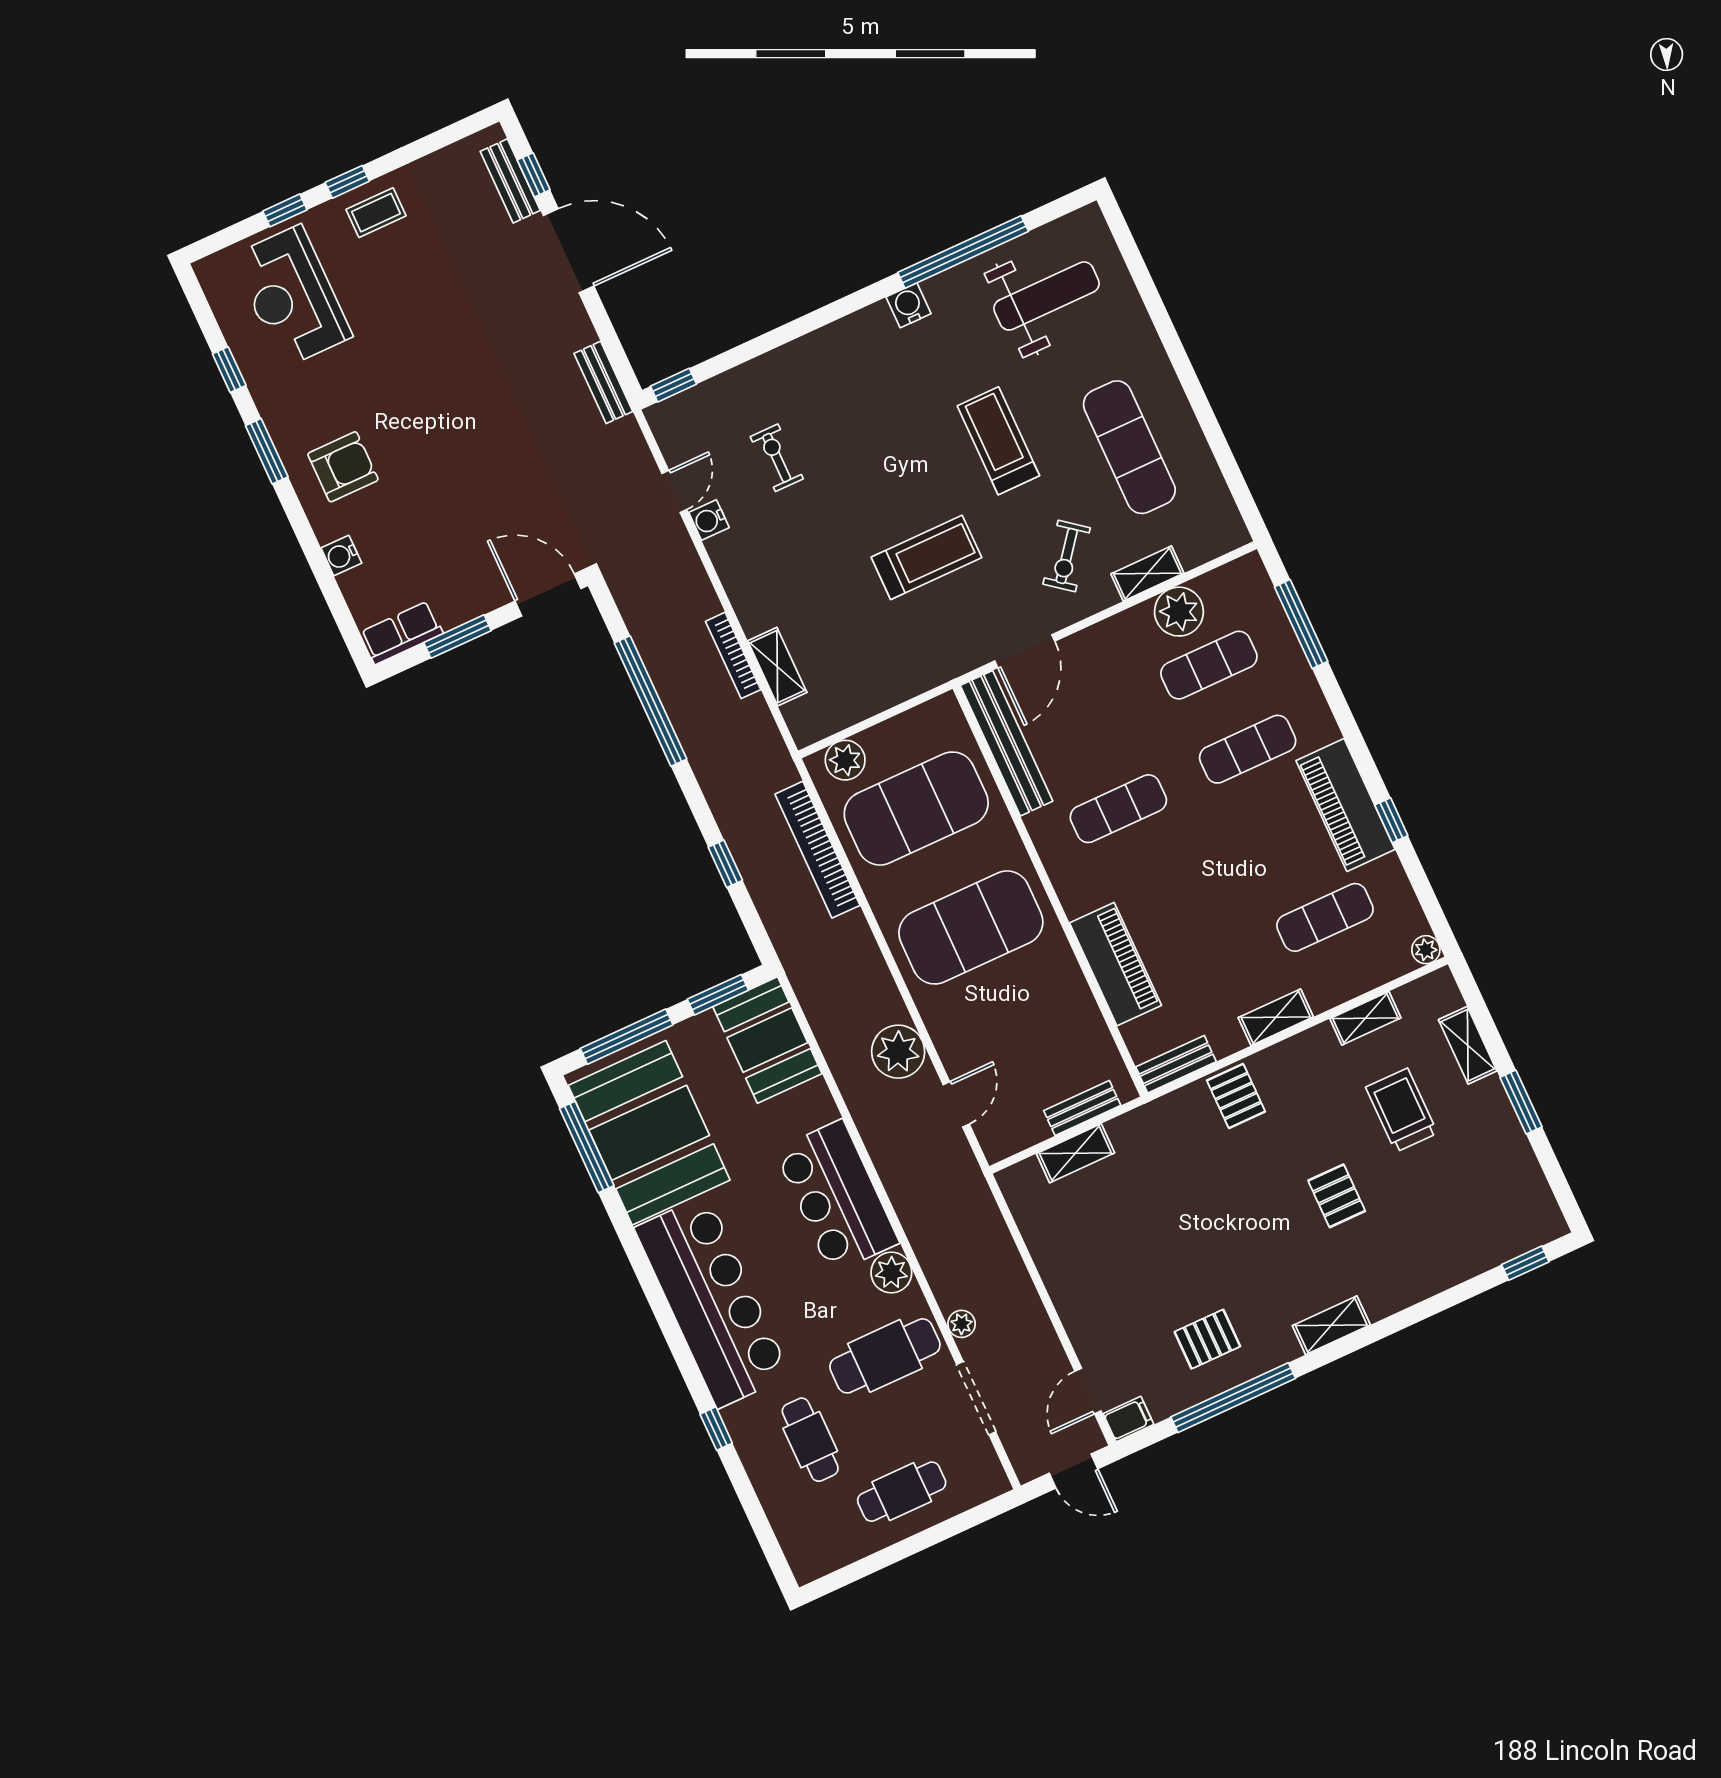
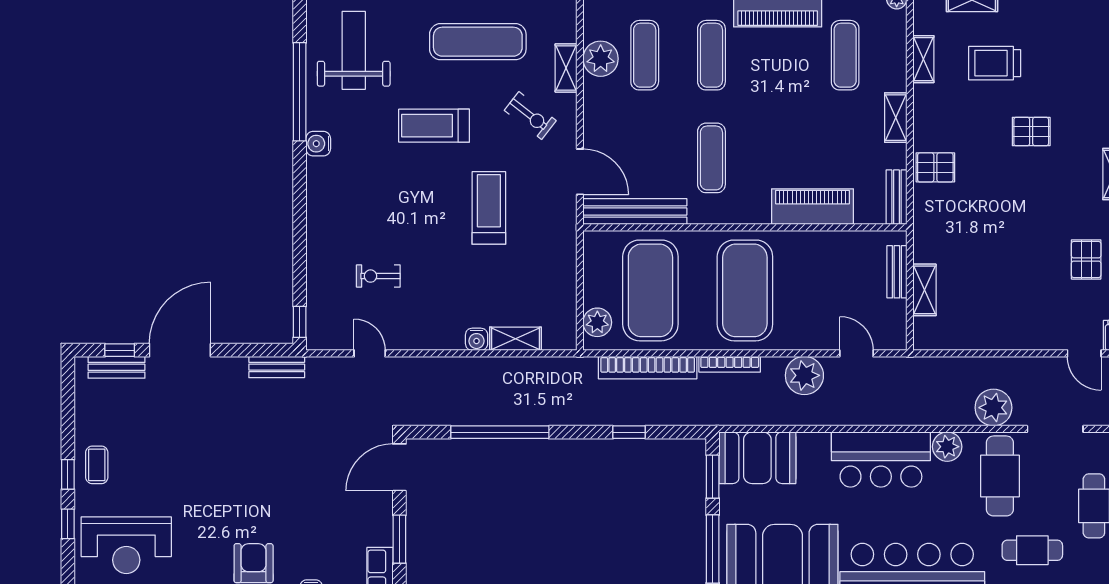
water cooler: (709, 520) -> (477, 339), moved
bookcase: (733, 655) -> (730, 364), moved
plant: (962, 1324) -> (993, 408), width x1.88, depth x1.88

